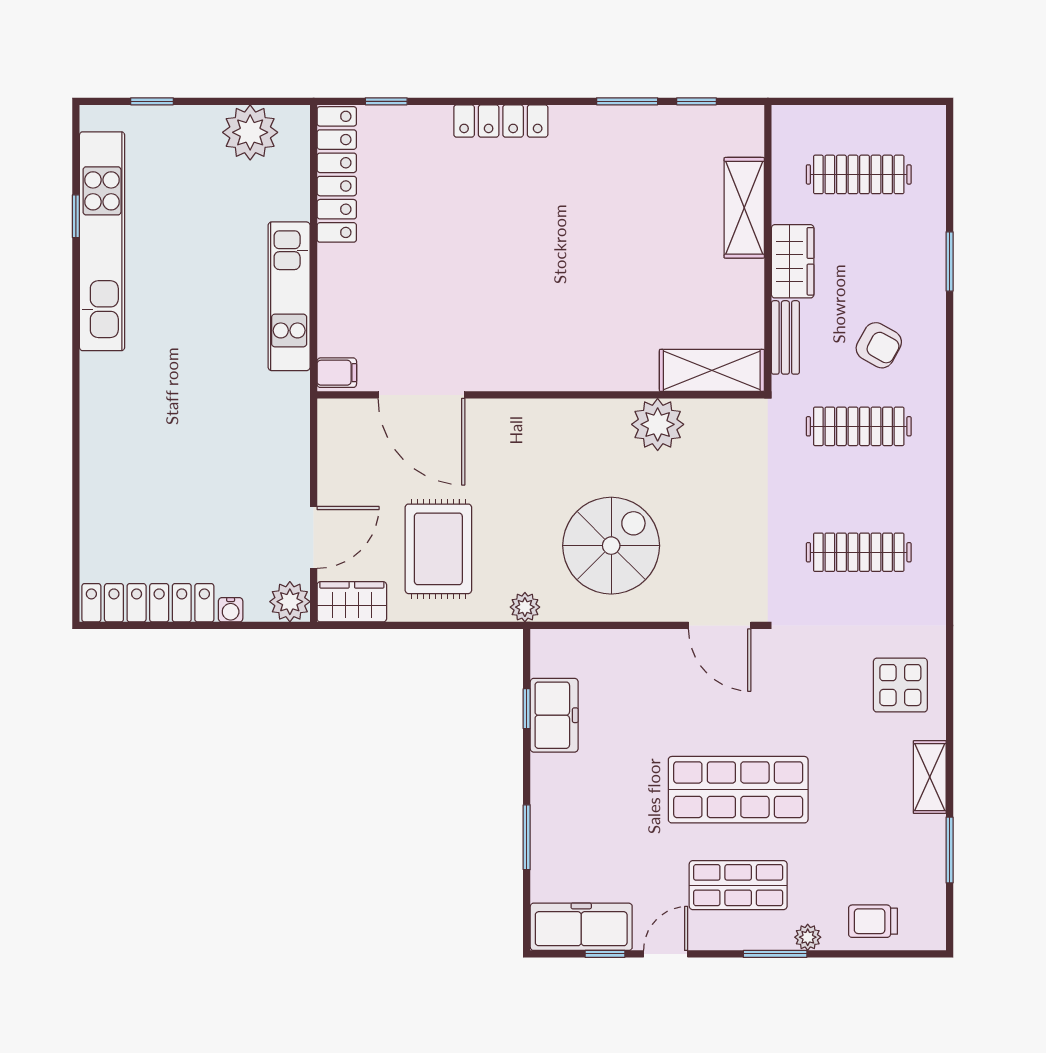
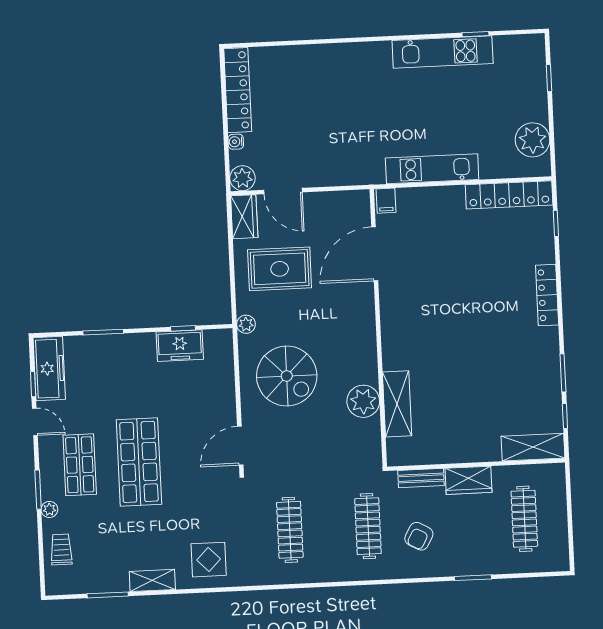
shelving: (744, 208) -> (533, 447), moved
kitchen unit: (102, 241) -> (443, 52), width x0.73
shelving: (712, 370) -> (397, 404), moved

